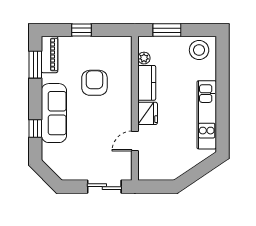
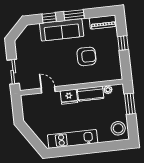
window: (35, 65) -> (74, 15), moved

